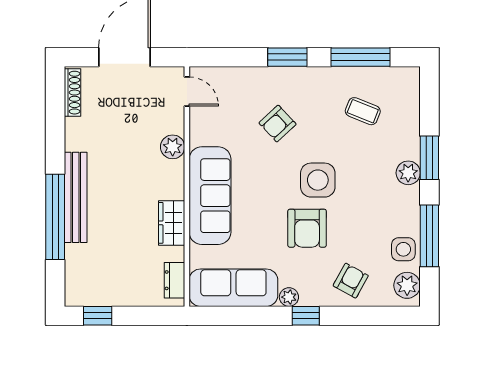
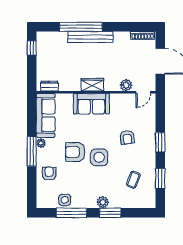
window: (361, 57) -> (160, 179), width x0.69
armchair: (278, 124) -> (127, 137), turned -144
plant: (173, 147) -> (126, 85), moved
sofa: (210, 196) -> (91, 104), width x0.73
wardrobe: (172, 223) -> (92, 85), moved
armchair: (351, 281) -> (49, 174), turned -119
plant: (407, 285) -> (47, 202), removed
window: (306, 316) -> (32, 151), width x2.17

